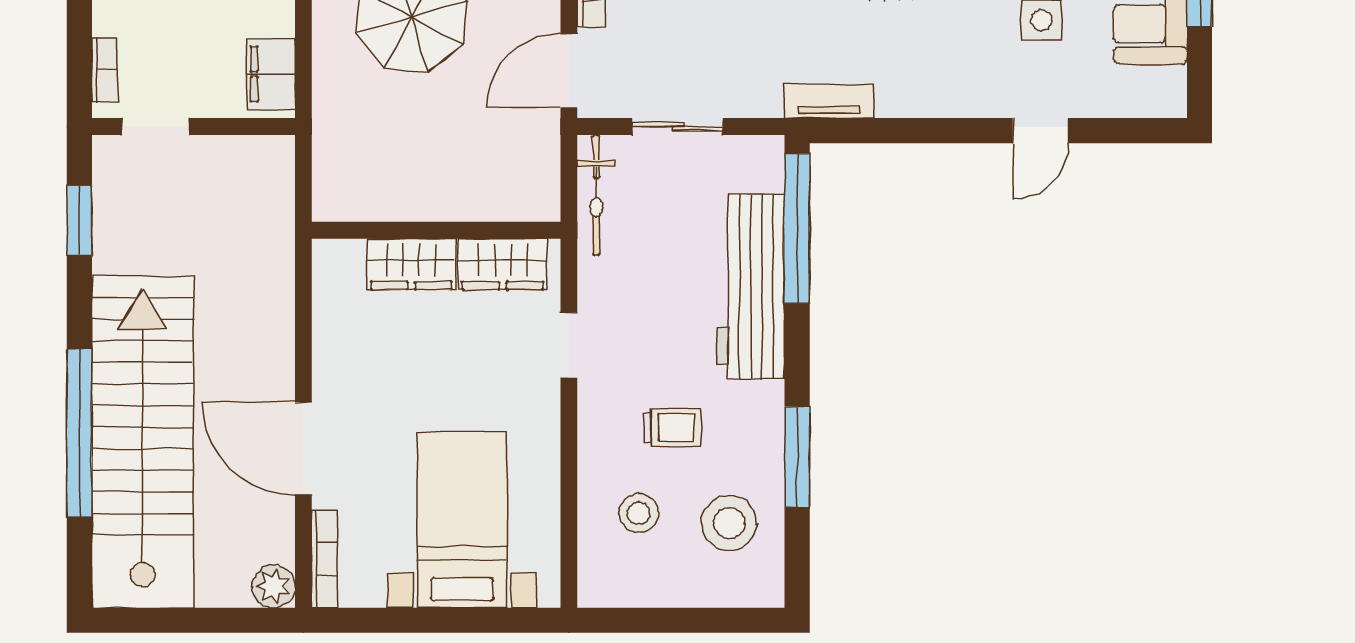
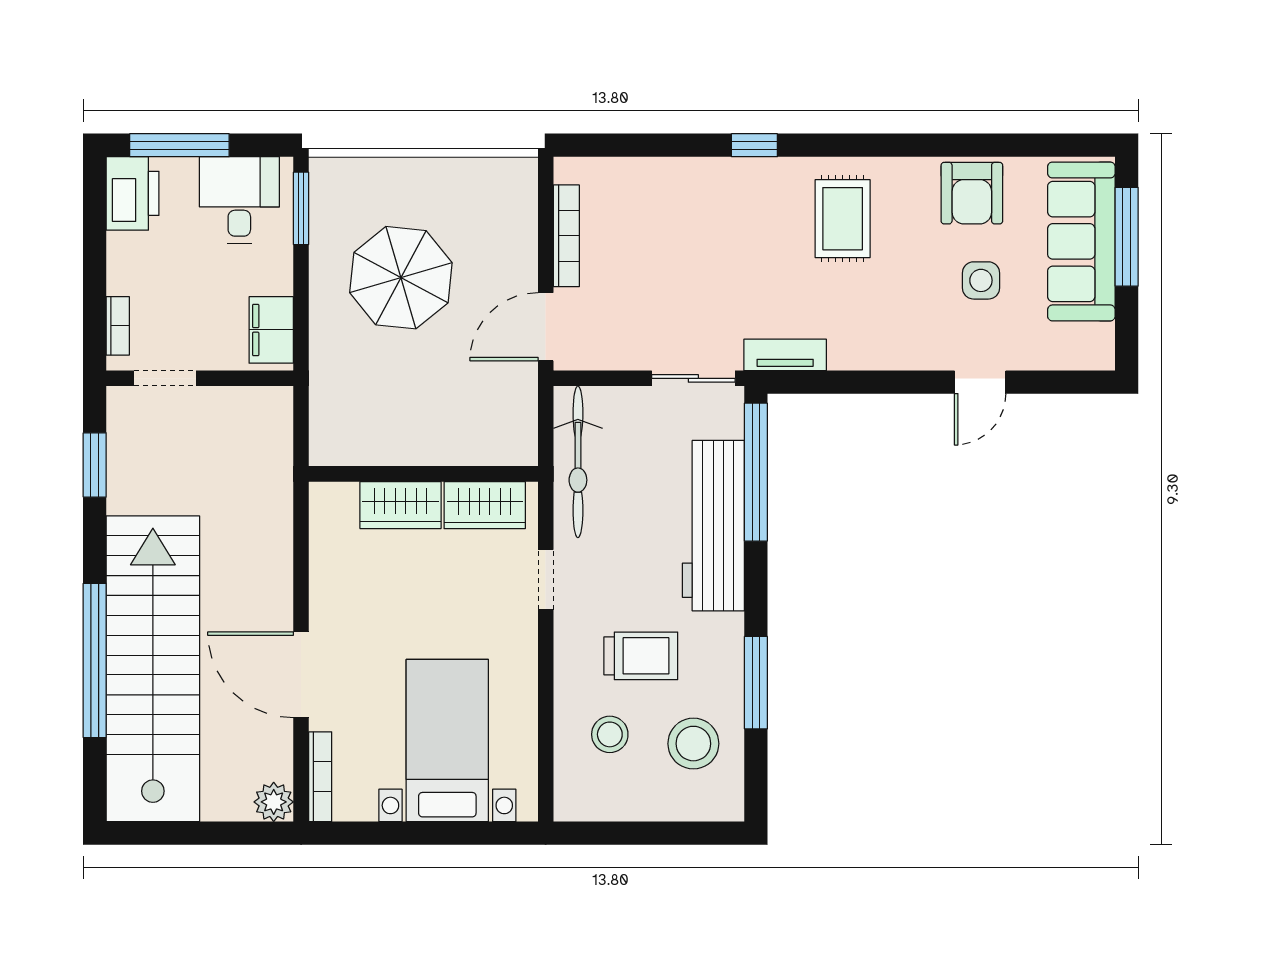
sliding door: (677, 127) -> (693, 378), moved
bicycle: (596, 195) -> (578, 462), width x1.37, depth x1.40
trolley: (672, 428) -> (641, 656), width x1.36, depth x1.39

